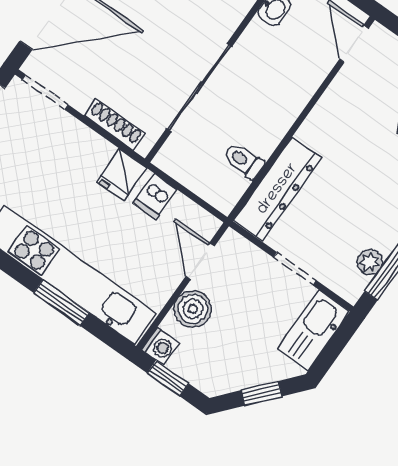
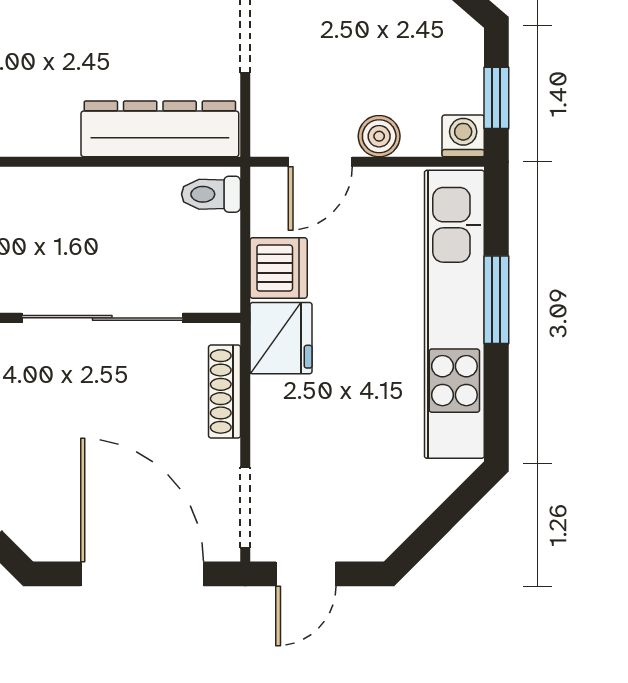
toilet: (244, 161) -> (211, 194), moved, turned 90
fridge: (122, 175) -> (281, 338), width x1.38
dishwasher: (155, 196) -> (279, 268), width x1.38
boiler: (193, 309) -> (379, 136), width x0.73, depth x0.73

